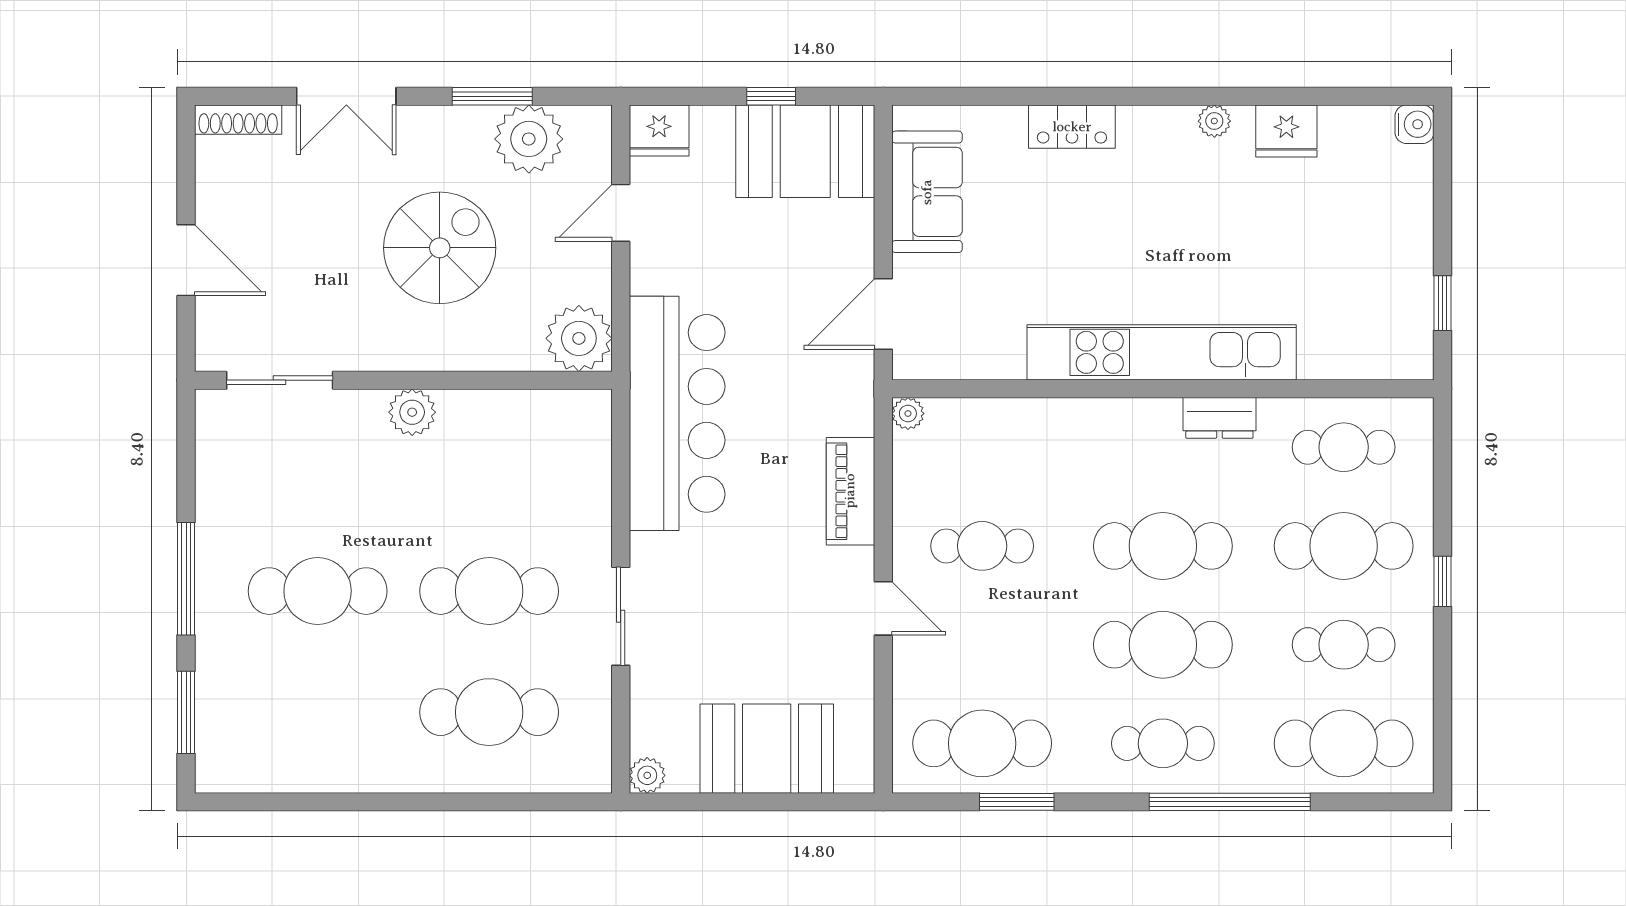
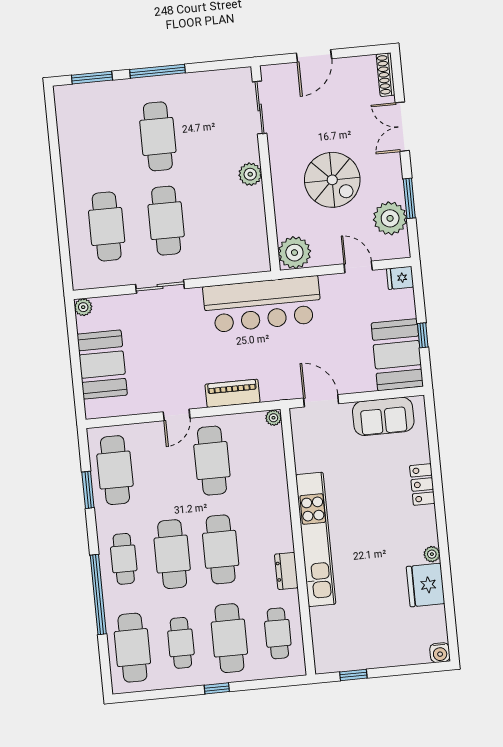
fridge: (659, 130) -> (400, 278), width x0.72
fridge: (1286, 131) -> (426, 585), width x1.36, depth x1.34
cafe table: (982, 546) -> (212, 461), width x1.37, depth x1.35

